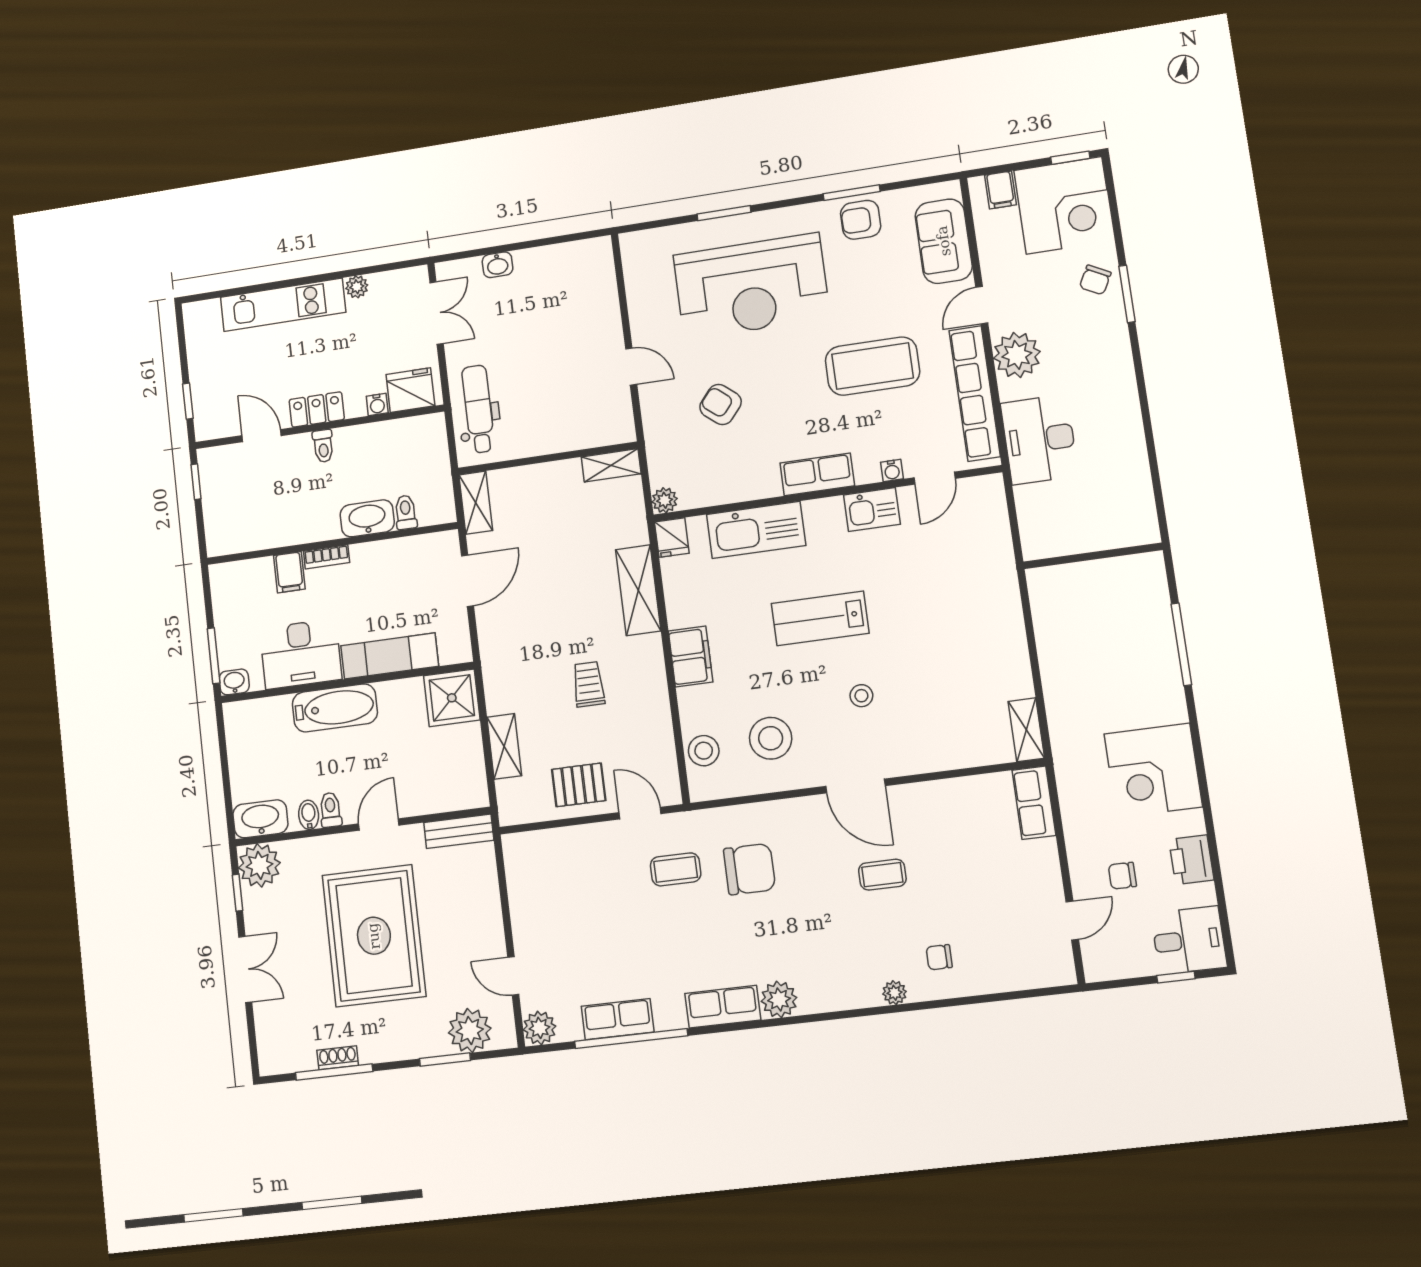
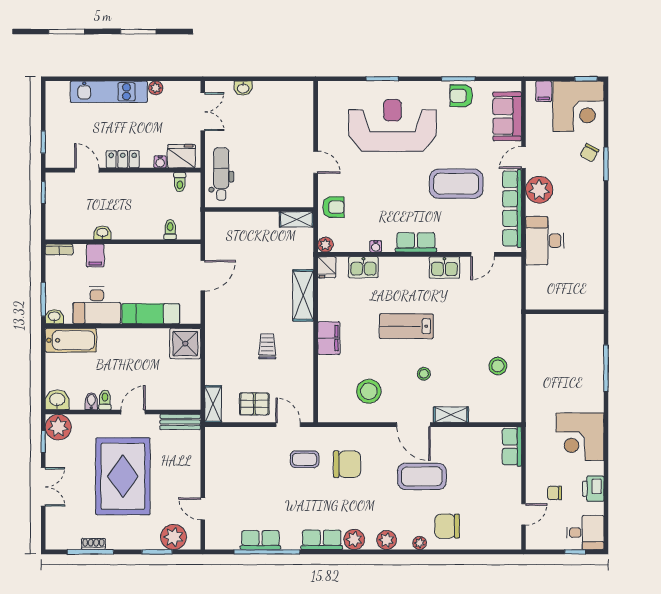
reception desk: (751, 286) -> (392, 125), turned 180
armchair: (721, 405) -> (333, 207), moved, turned 140
toilet: (323, 446) -> (180, 182), moved
water cooler: (892, 471) -> (376, 246), moved
shelving: (476, 503) -> (213, 230), removed
washbasin: (367, 518) -> (102, 233), moved, width x0.52, depth x0.69
kitchen sink: (756, 530) -> (363, 267), width x0.53, depth x0.81
bookcase: (327, 557) -> (59, 249), moved
bathtub: (335, 708) -> (71, 340), moved
shelving: (1026, 730) -> (451, 415), moved, turned 90
shelving: (504, 746) -> (213, 404), moved
stool: (704, 751) -> (498, 366), moved
washbasin: (260, 819) -> (57, 400), width x0.72
coffee table: (882, 875) -> (422, 476), width x1.86, depth x1.72
chair: (939, 957) -> (447, 526), width x1.87, depth x1.87
plant: (539, 1028) -> (387, 540), moved

